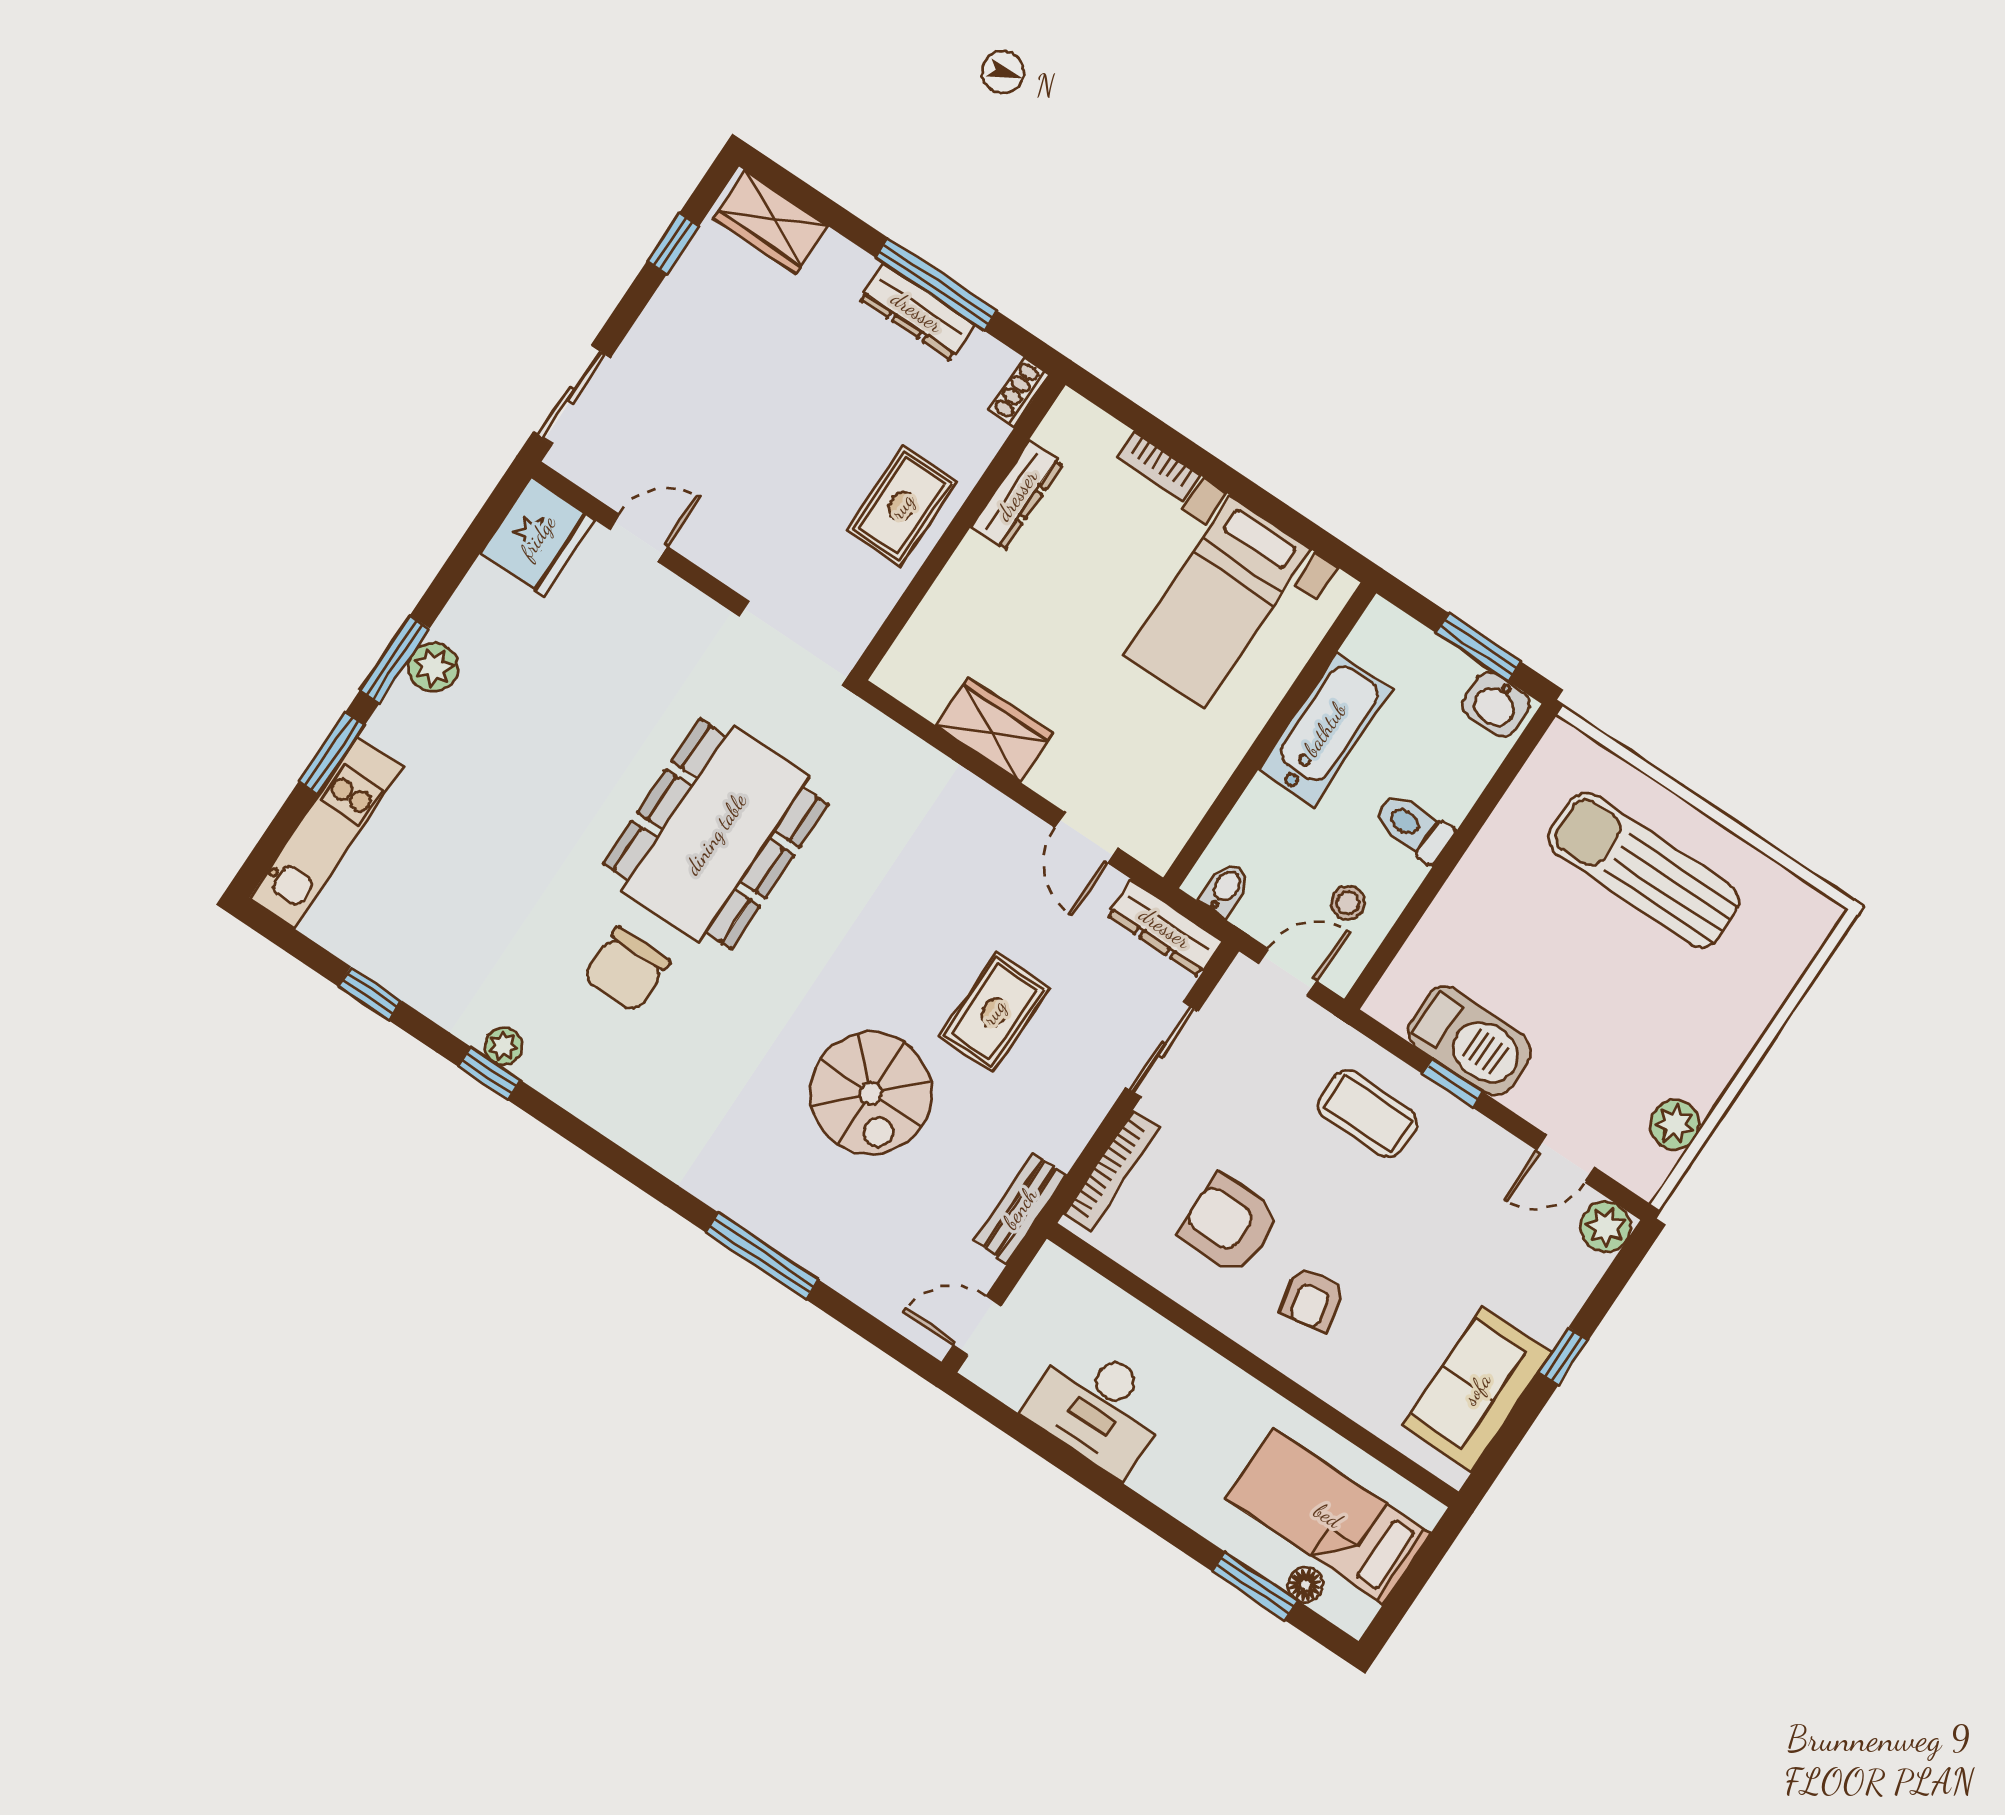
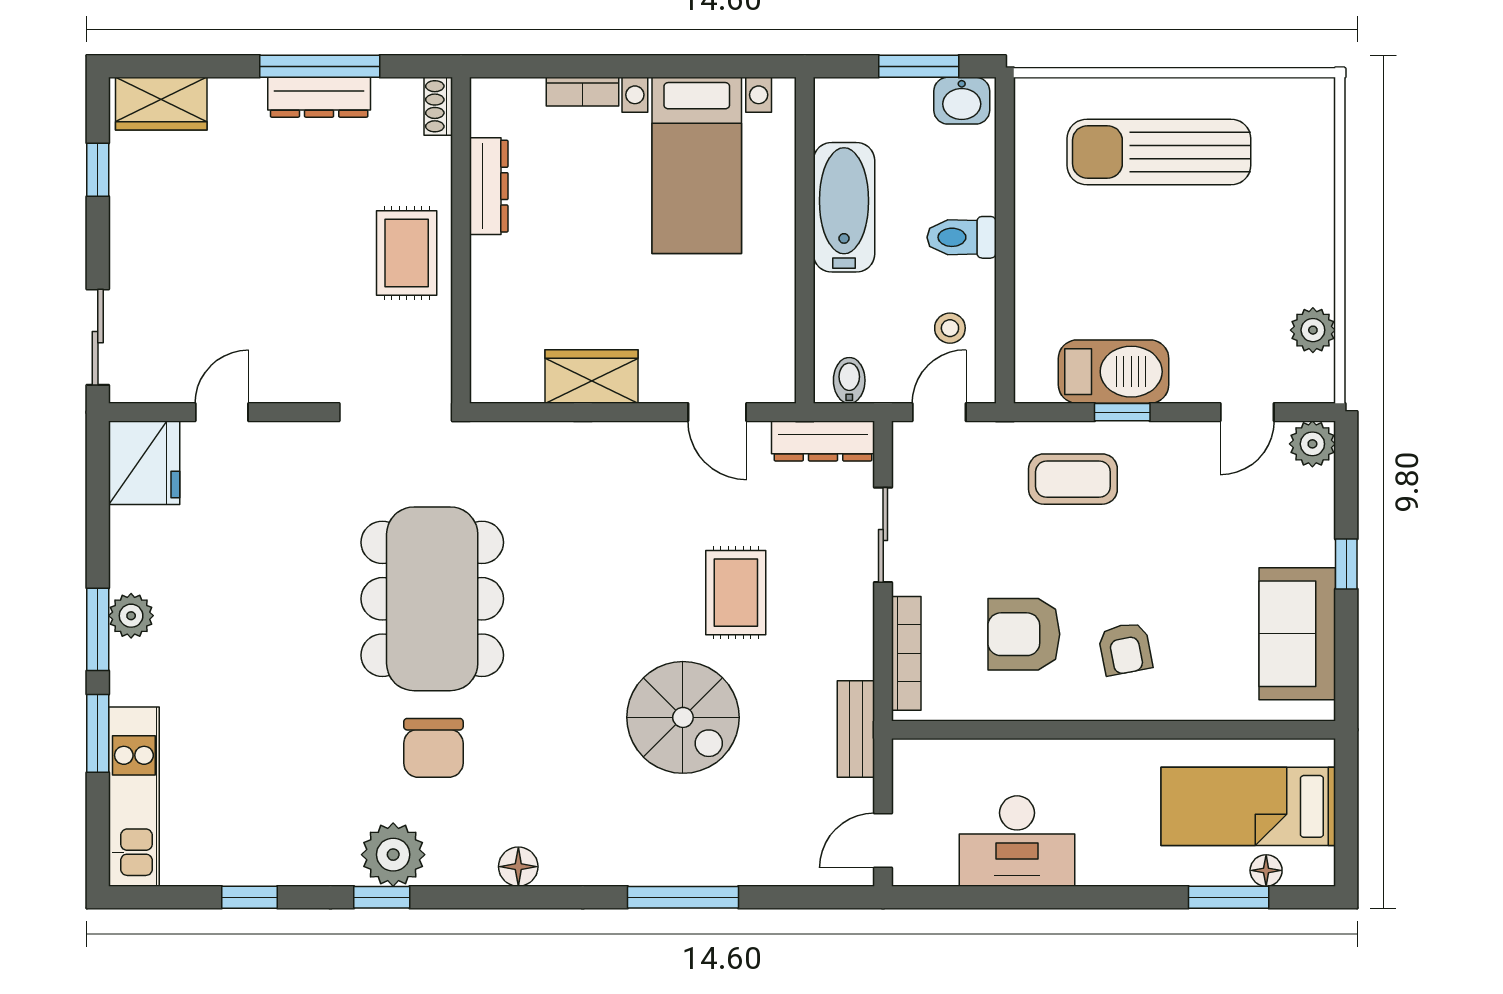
plant: (503, 1046) -> (393, 855), width x1.87, depth x1.87
floor lamp: (631, 1128) -> (518, 867), added

